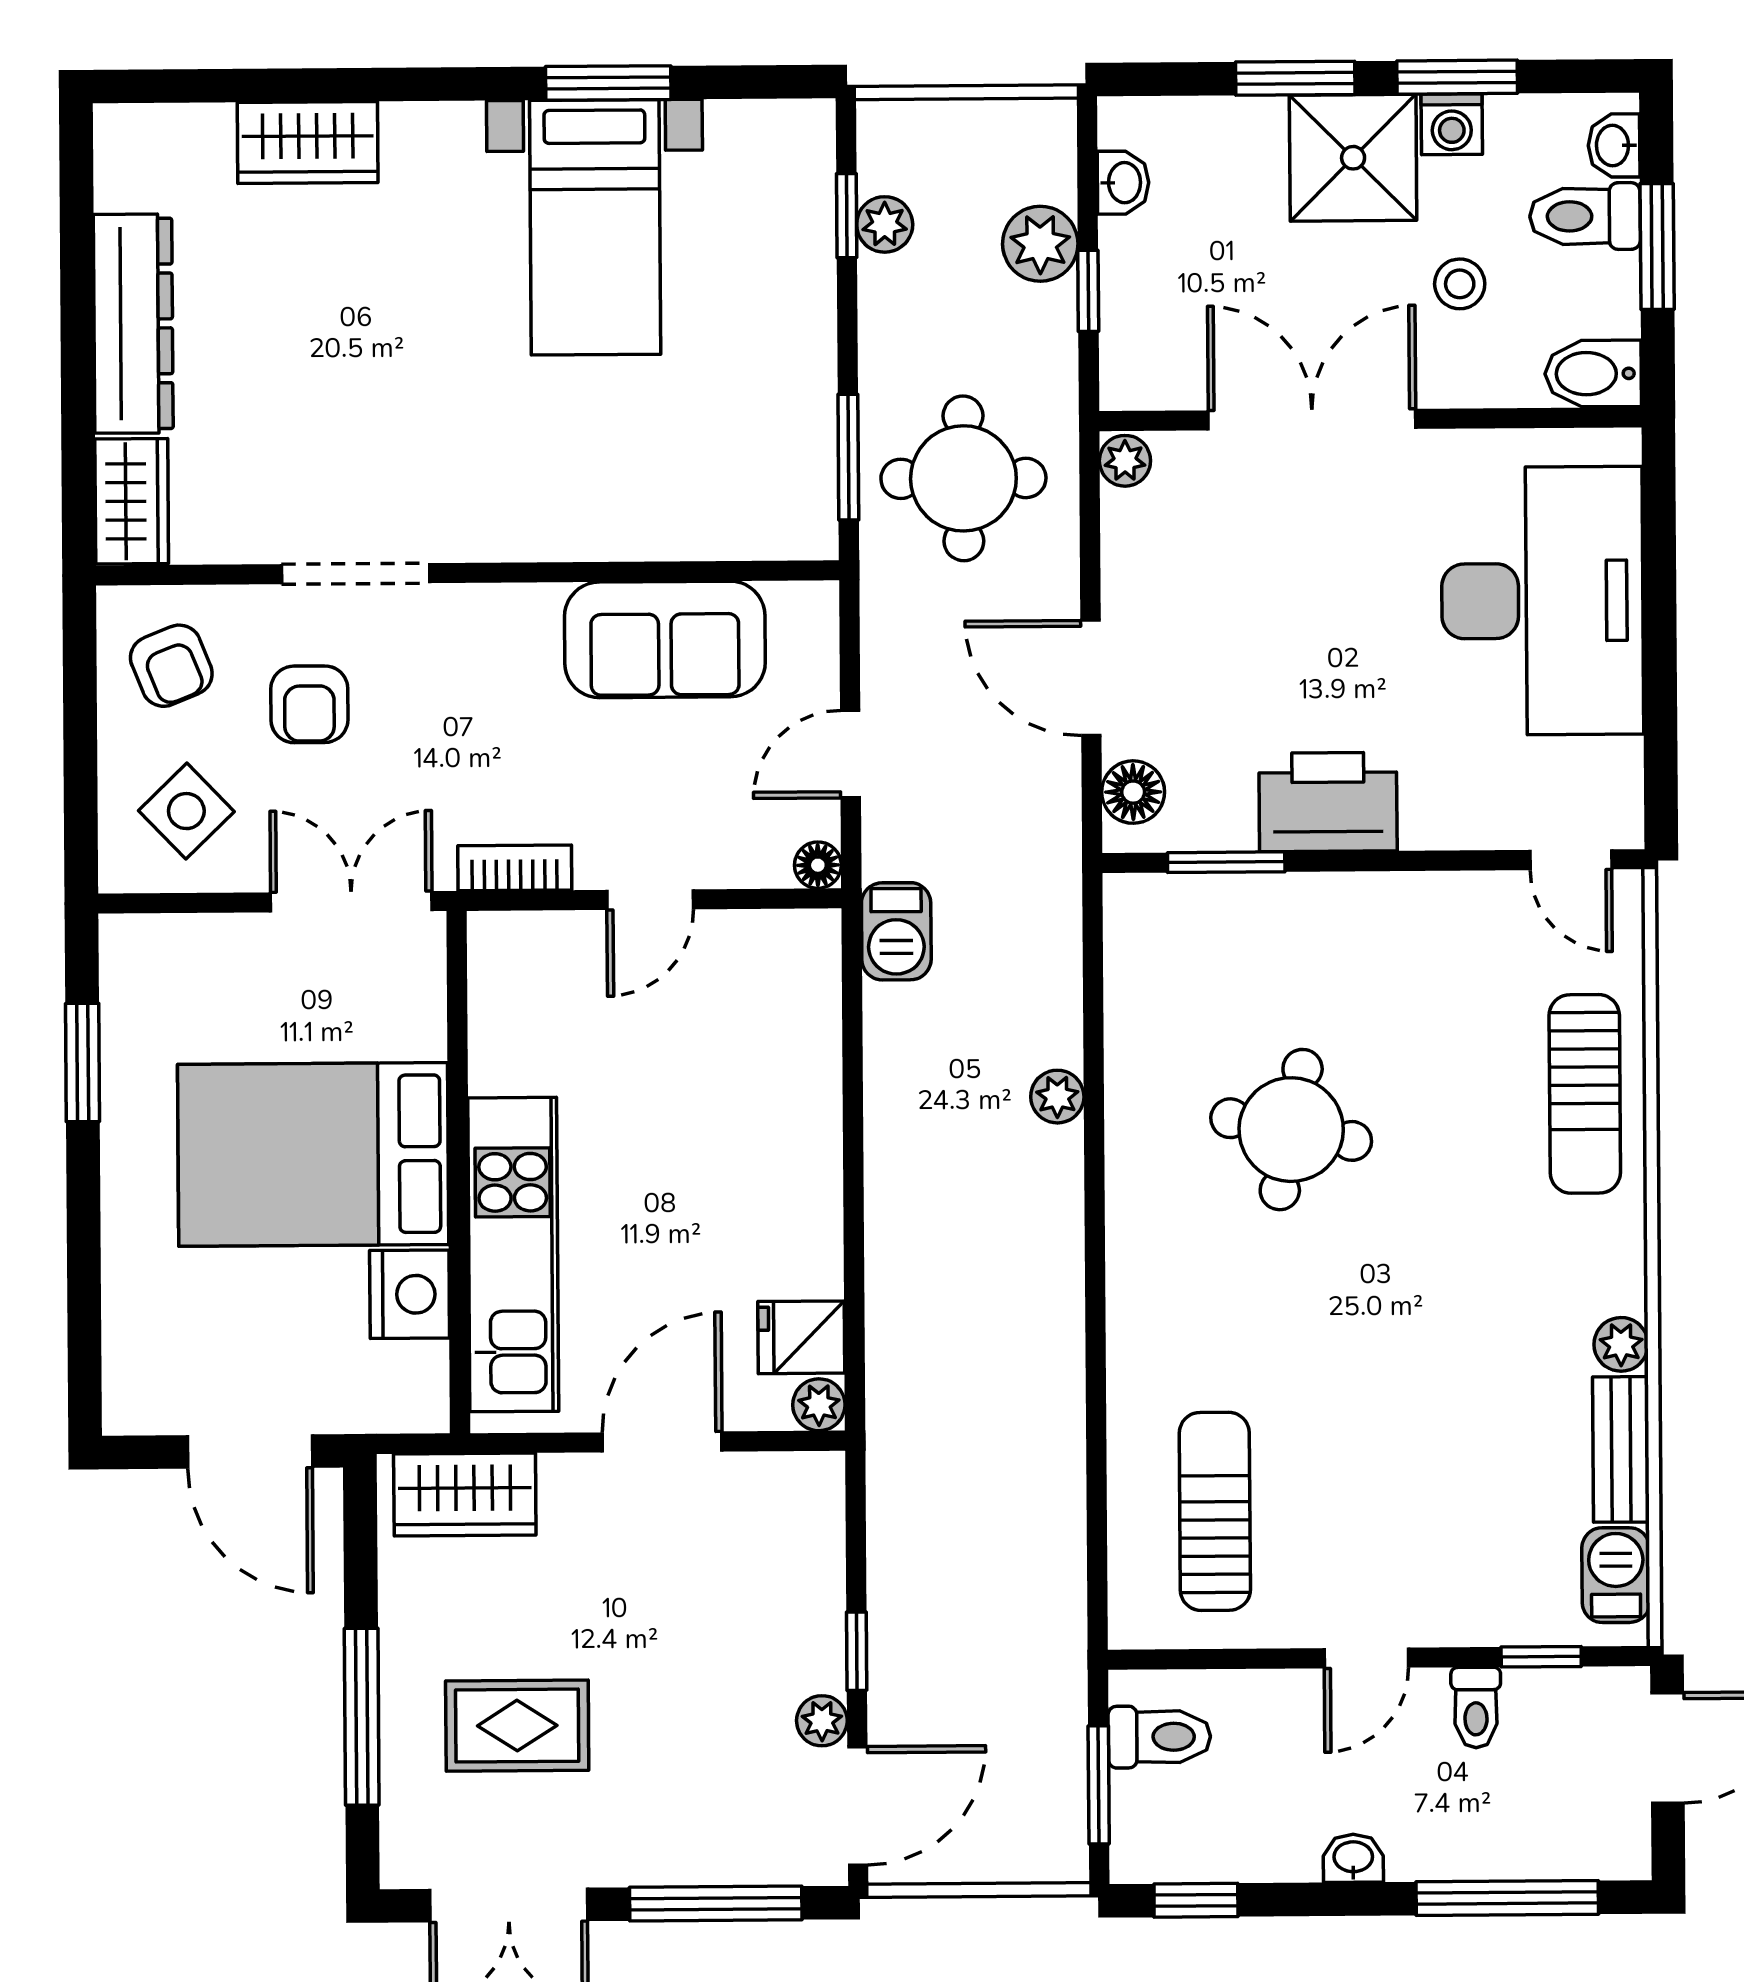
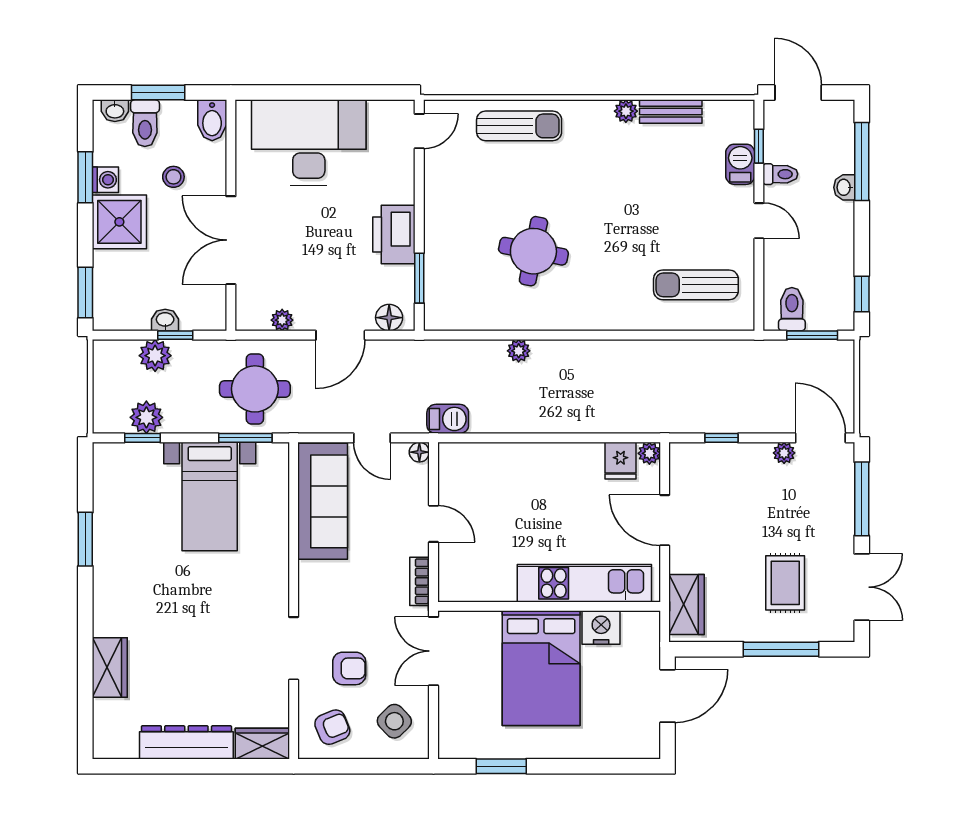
window: (1295, 78) -> (85, 293), moved
washbasin: (1123, 183) -> (165, 320), moved
plant: (885, 224) -> (146, 417), width x1.38, depth x1.38
bed with nightstands: (595, 227) -> (210, 497), moved, turned 90
plant: (1125, 461) -> (282, 320), moved
sofa: (665, 639) -> (323, 501), width x1.36
barbecue: (1616, 1575) -> (740, 164), moved, turned 90
window: (857, 1651) -> (721, 438), moved
washbasin: (1353, 1858) -> (844, 187), moved

